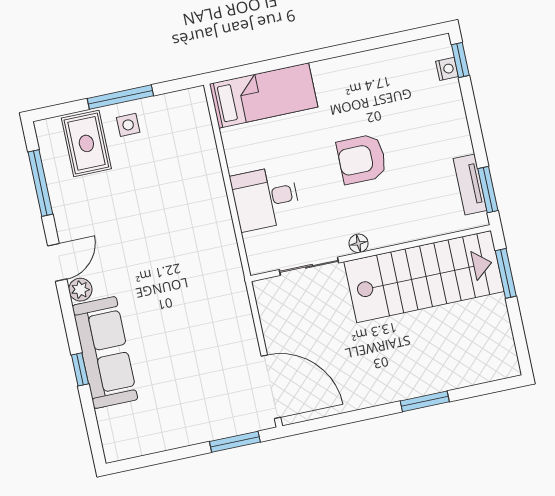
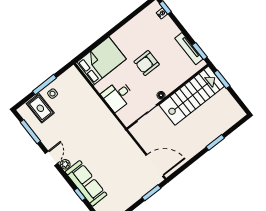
bed: (264, 95) -> (101, 61), width x1.50
tv unit: (470, 184) -> (189, 49), width x1.41

